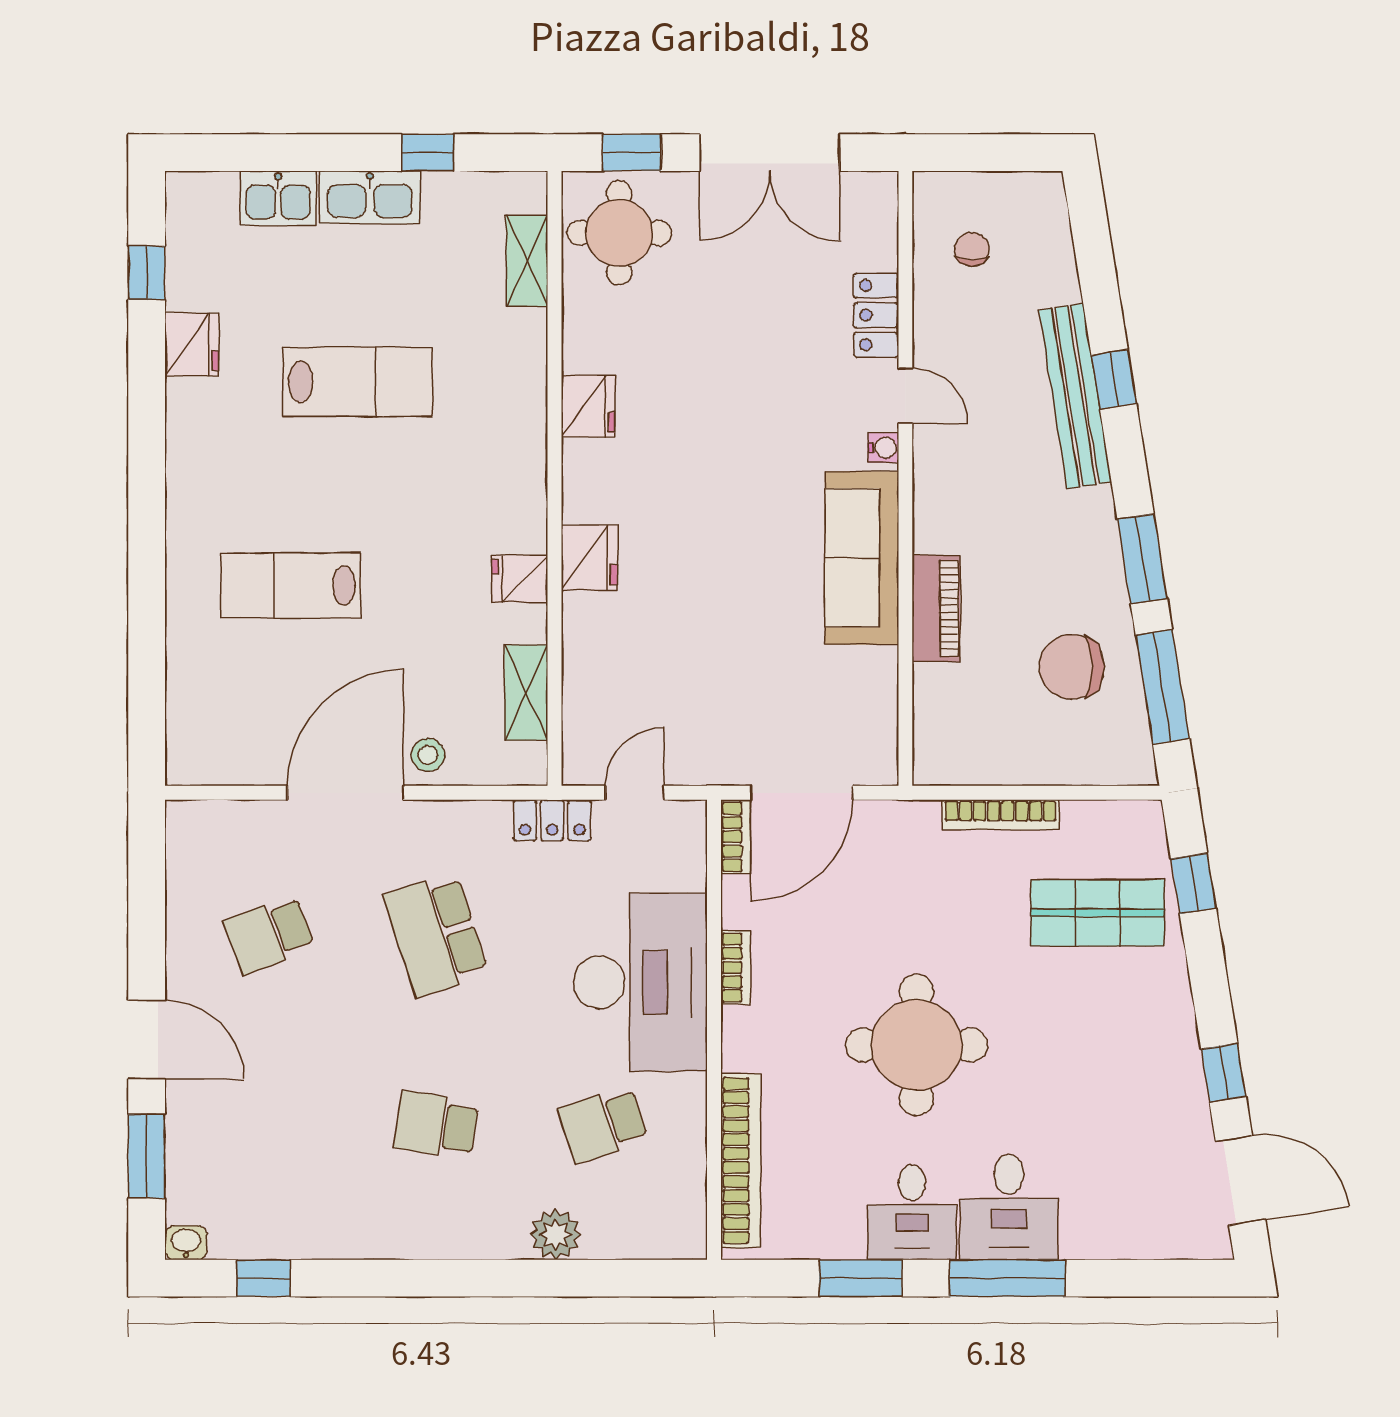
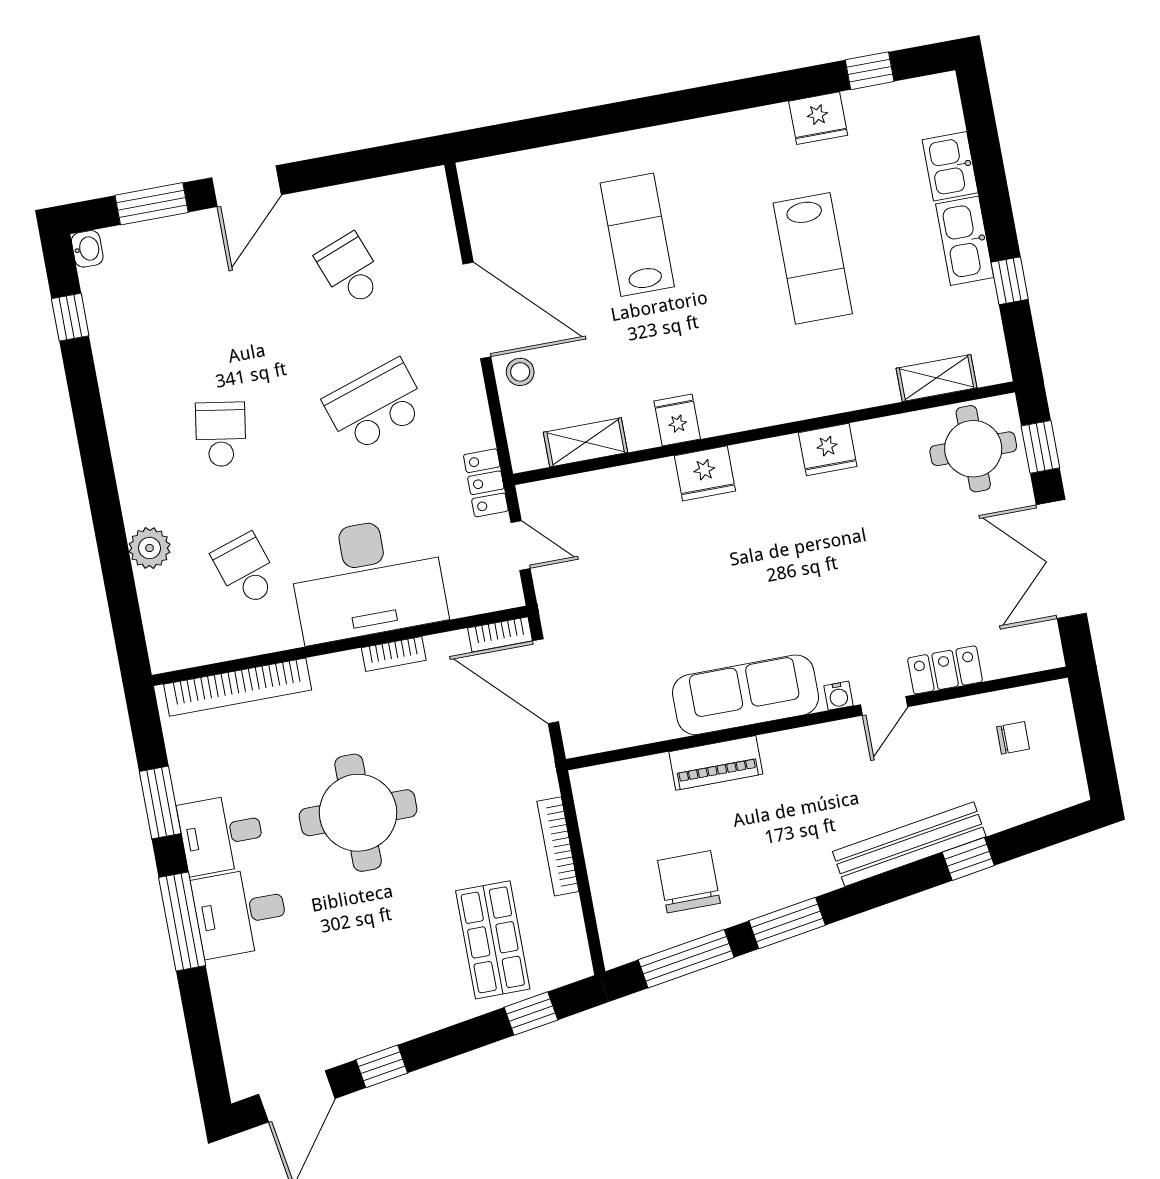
window: (1114, 380) -> (968, 859), moved

